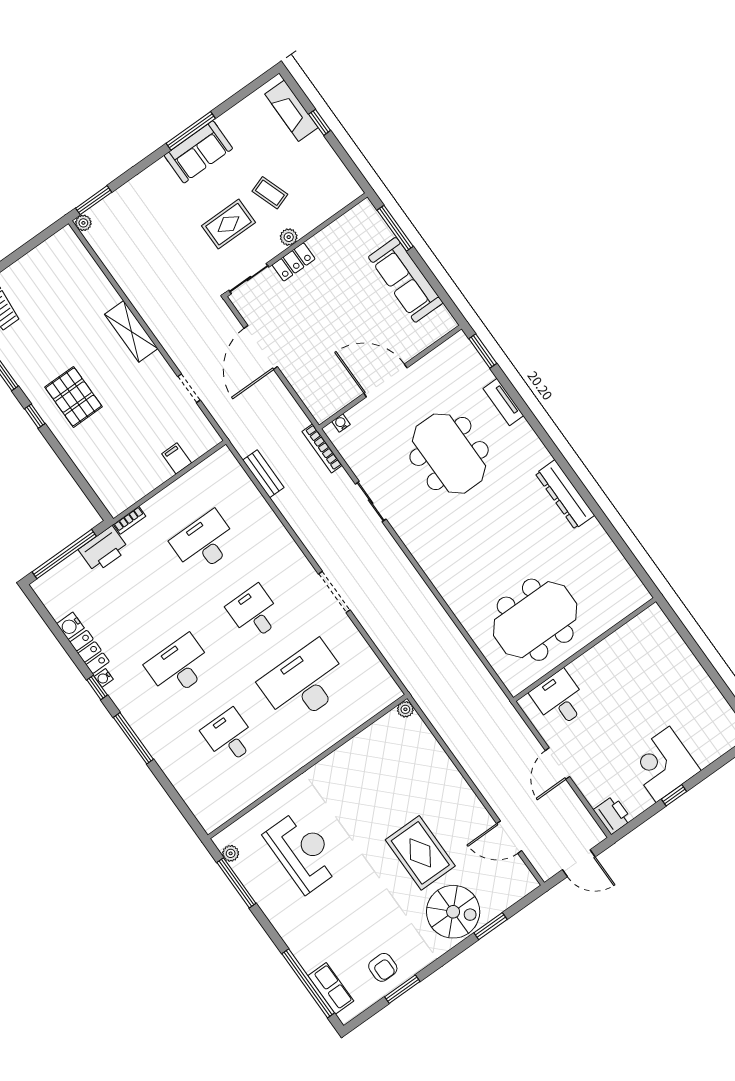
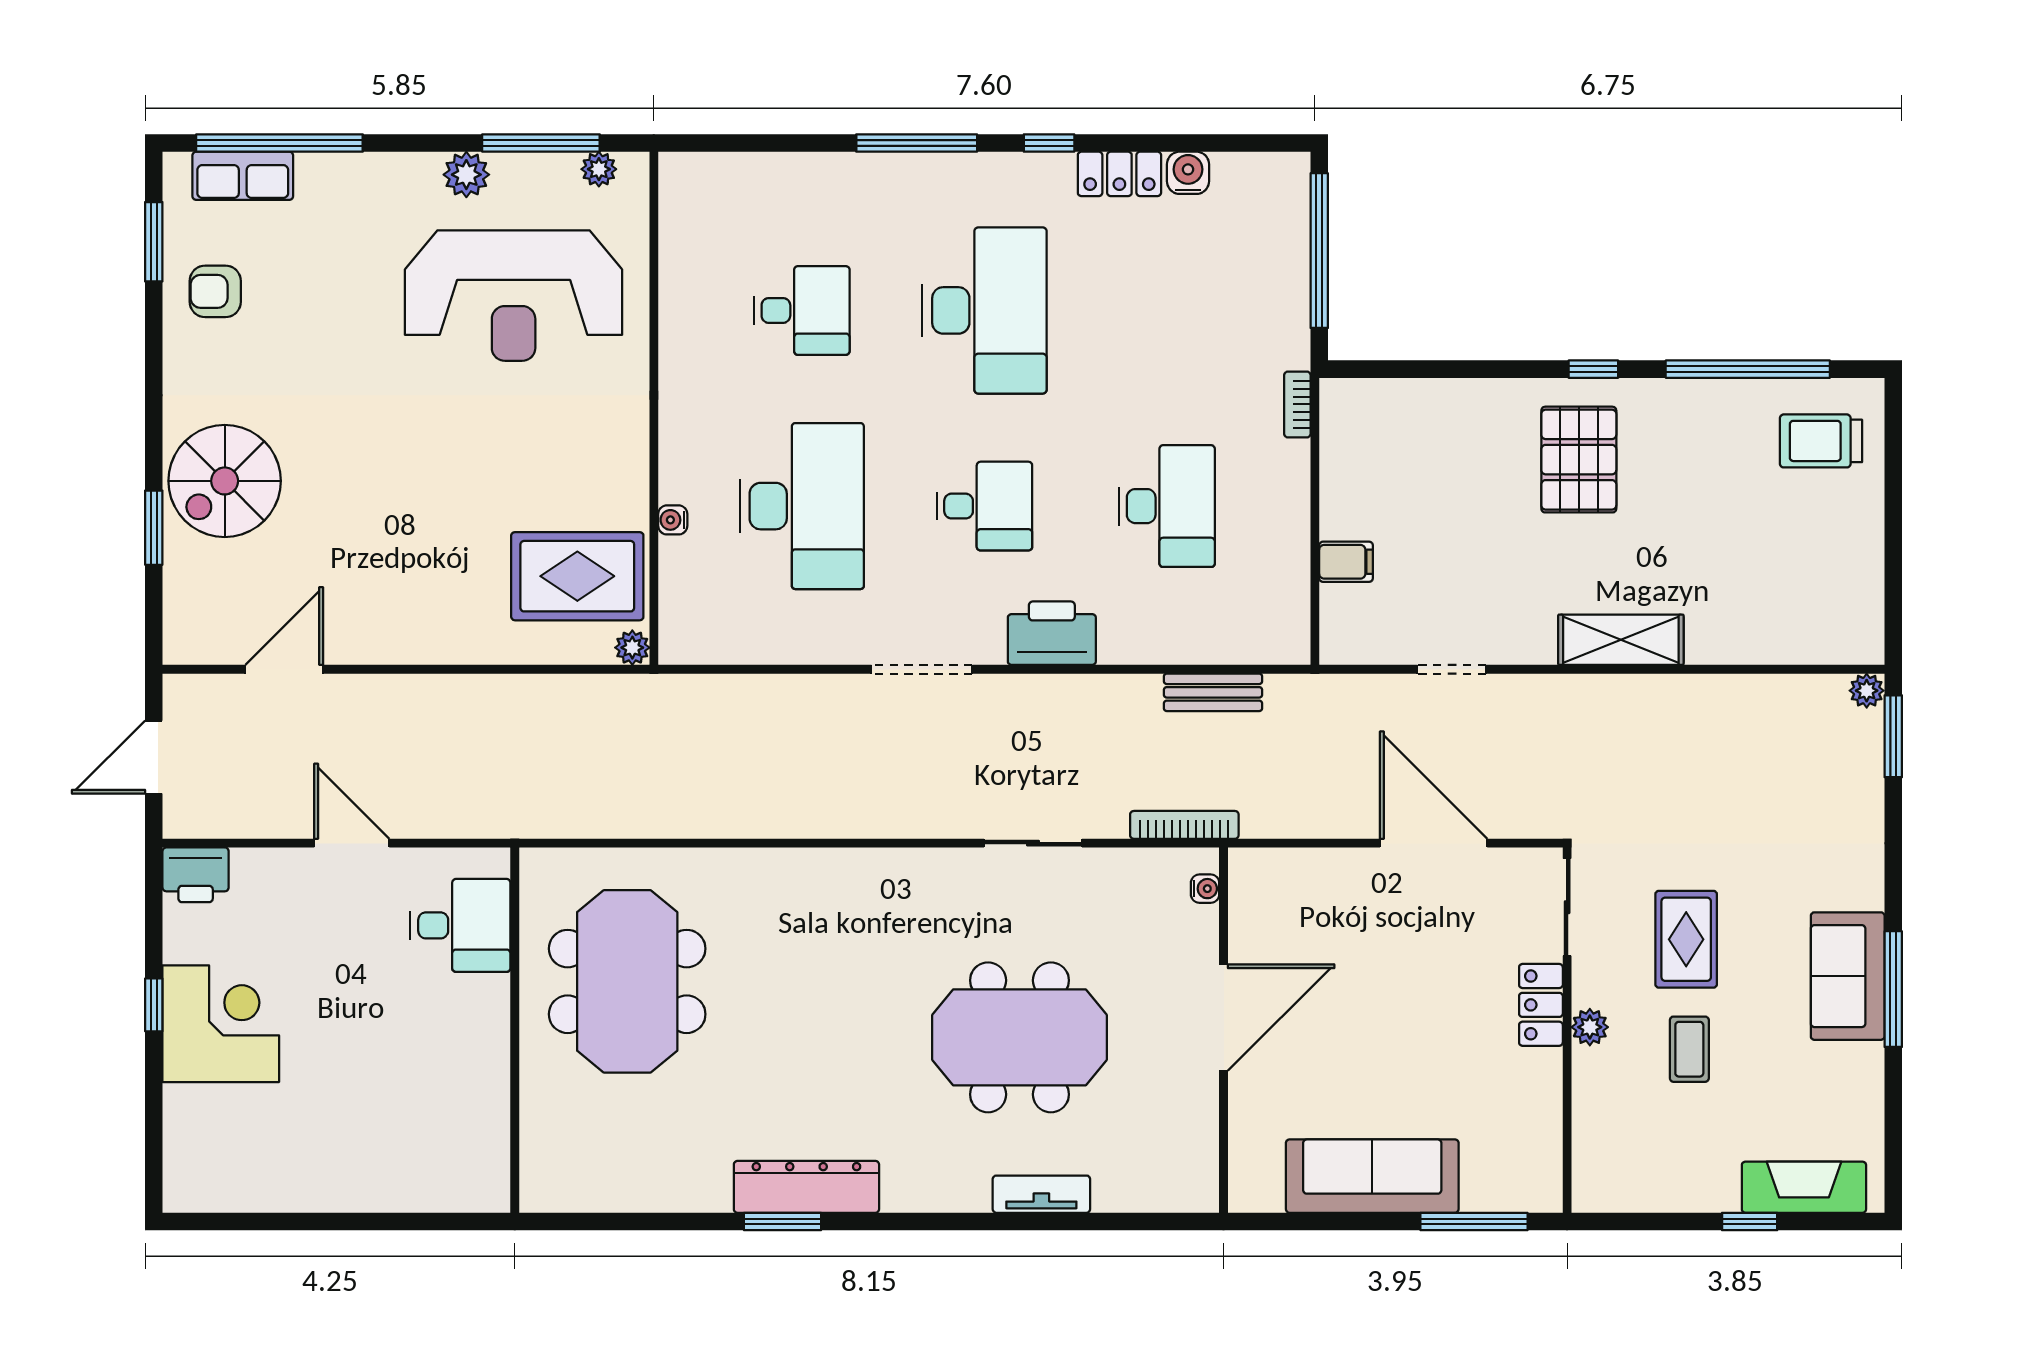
coffee table: (270, 193) -> (1689, 1049), turned -71
window: (483, 351) -> (783, 1221), moved
pallet: (73, 397) -> (1579, 460), turned 90
printer: (104, 549) -> (1052, 633), moved, turned 90
desk: (179, 666) -> (984, 310), width x1.36, depth x1.30
water cooler: (104, 678) -> (673, 520), moved, turned -90
reception desk: (303, 851) -> (514, 296), width x1.36, depth x1.30
rug: (420, 853) -> (577, 576), moved
plant: (269, 903) -> (466, 175), added
window: (402, 989) -> (154, 242), moved

